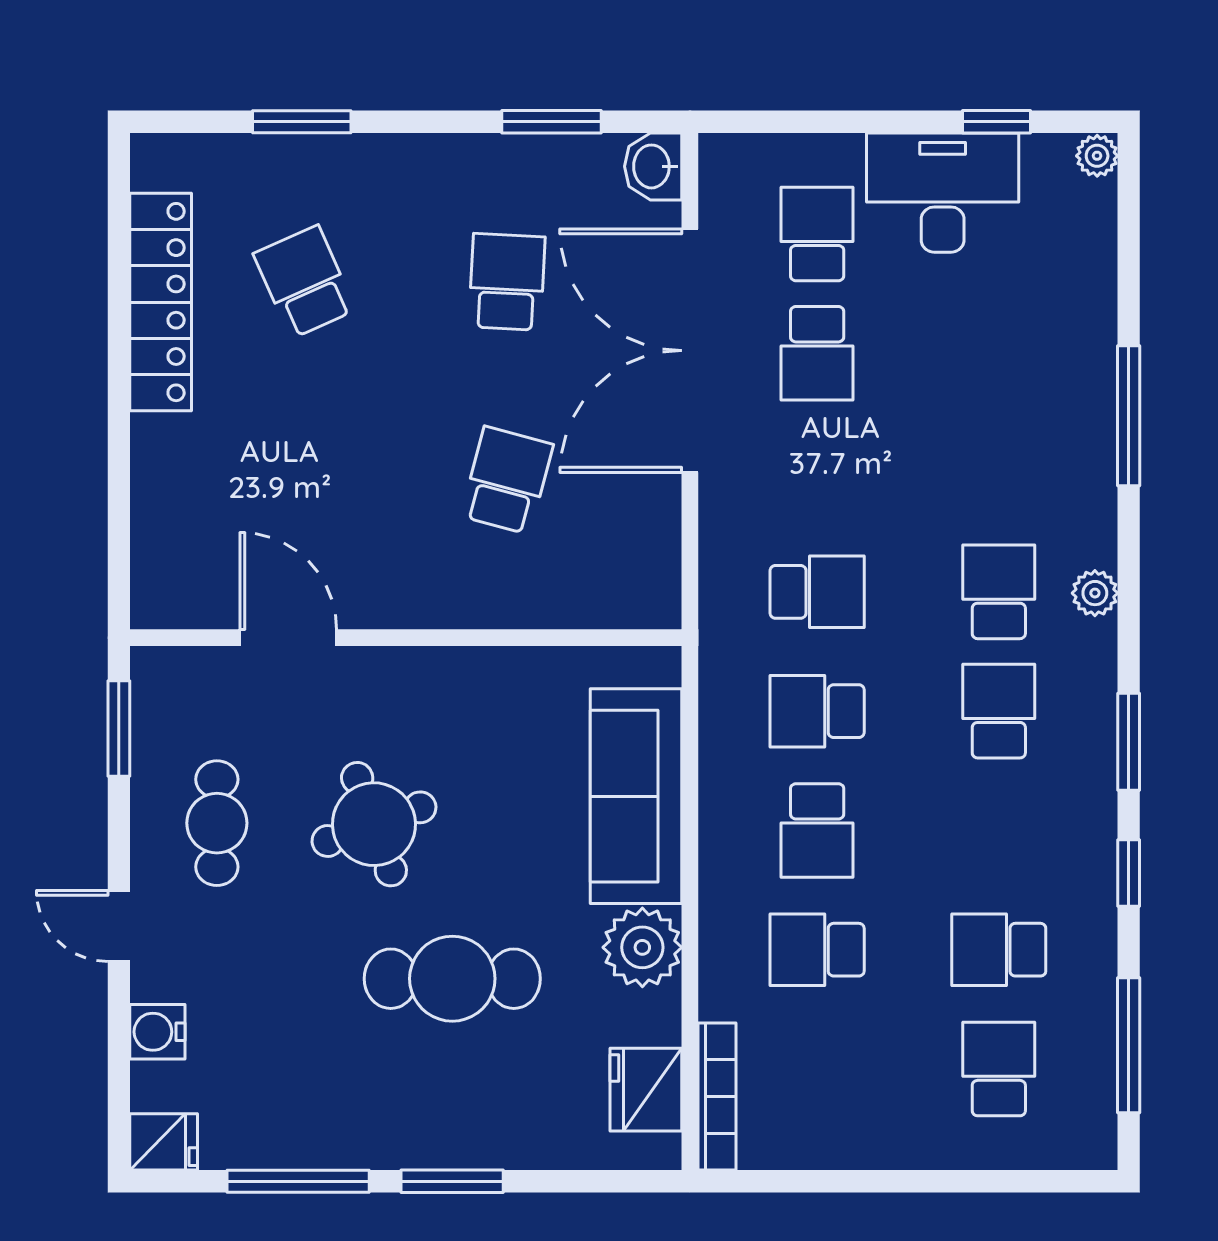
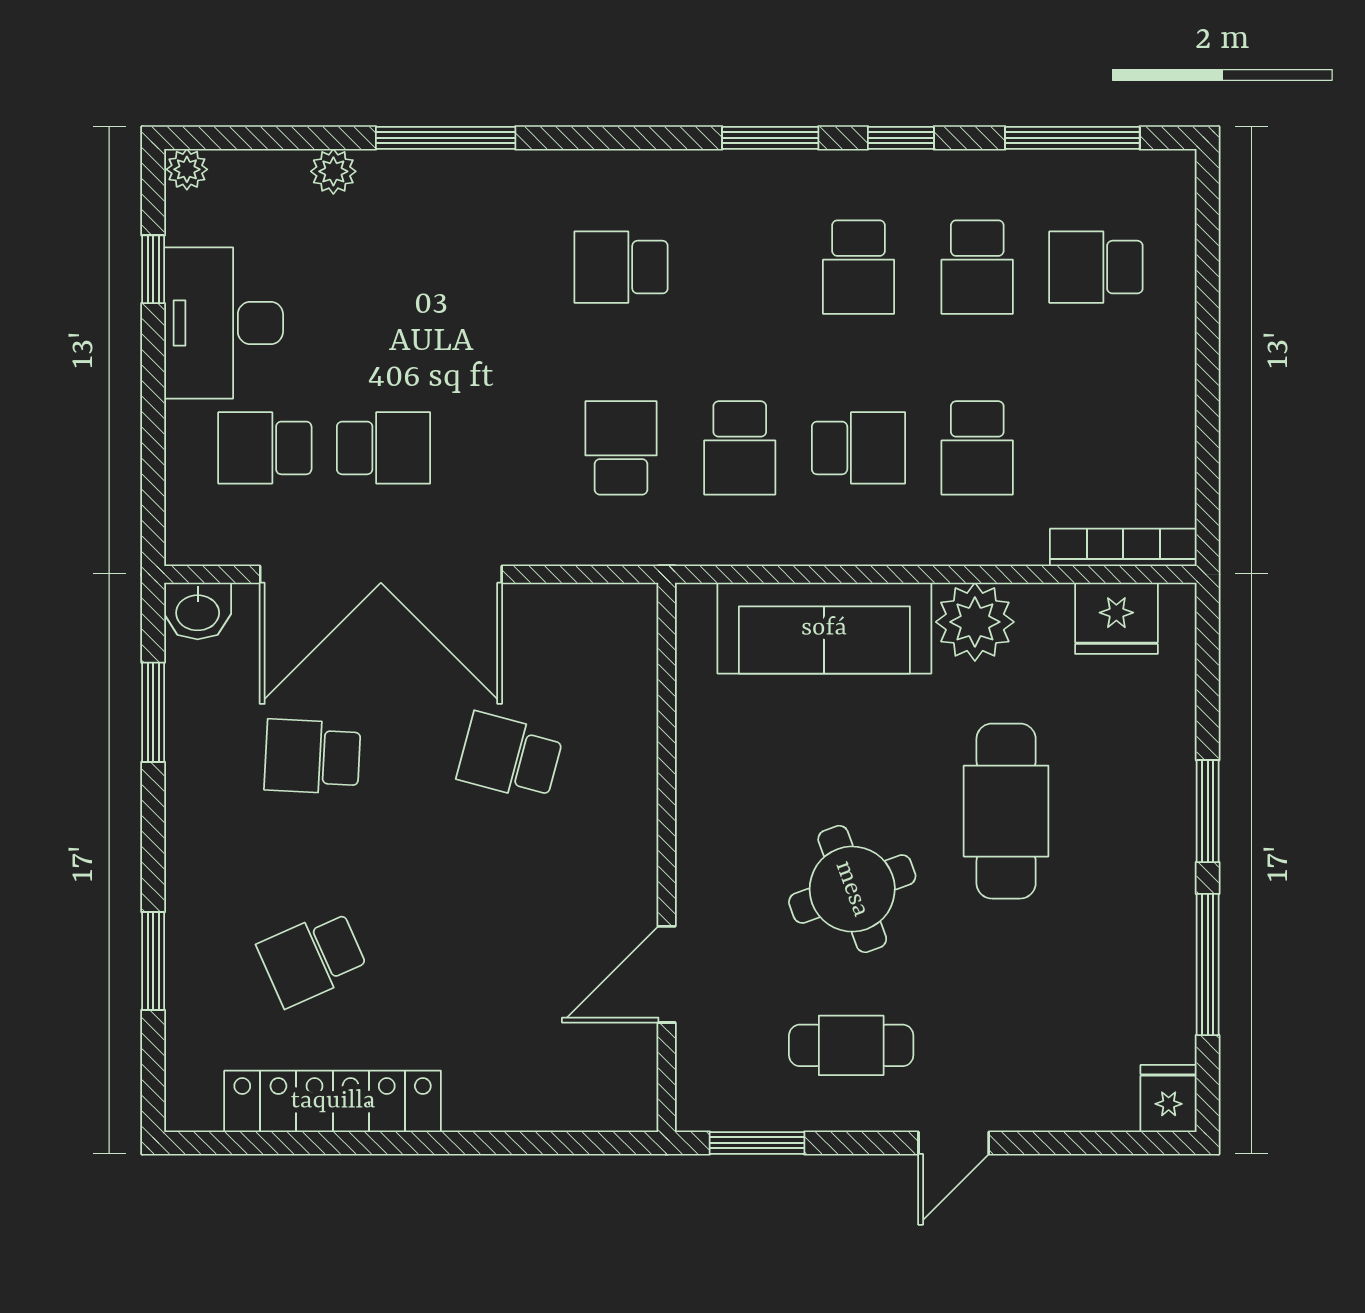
plant: (1095, 593) -> (333, 171), moved
school desk: (999, 711) -> (858, 267), moved, turned -90
water cooler: (157, 1032) -> (1059, 1105), removed

